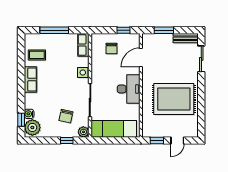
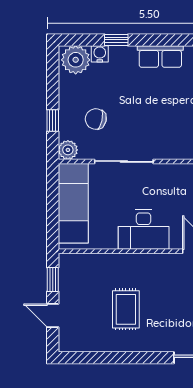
side table: (83, 72) -> (173, 149), removed
rug: (174, 99) -> (126, 309), width x0.54, depth x0.49
window: (21, 120) -> (116, 40), moved

